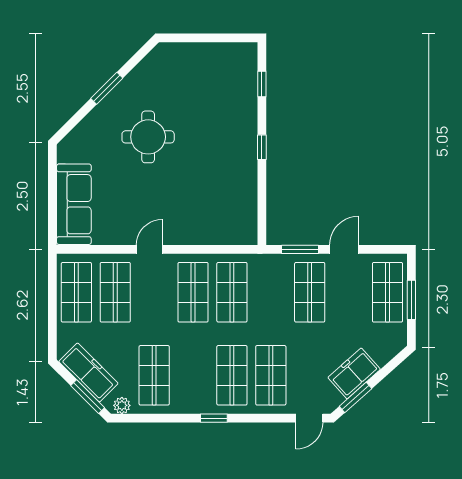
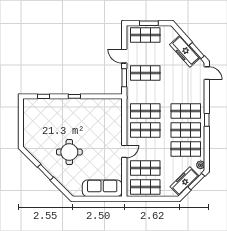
door: (149, 249) -> (124, 151), swing flipped
freezer: (354, 373) -> (185, 51), width x1.40
shop shelf: (271, 375) -> (186, 130), moved

